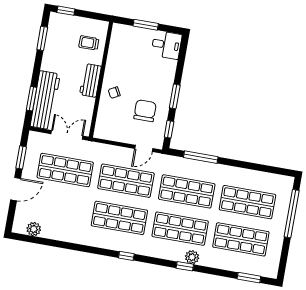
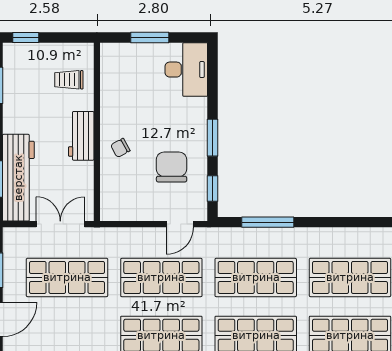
desk: (166, 45) -> (186, 70), width x1.37

